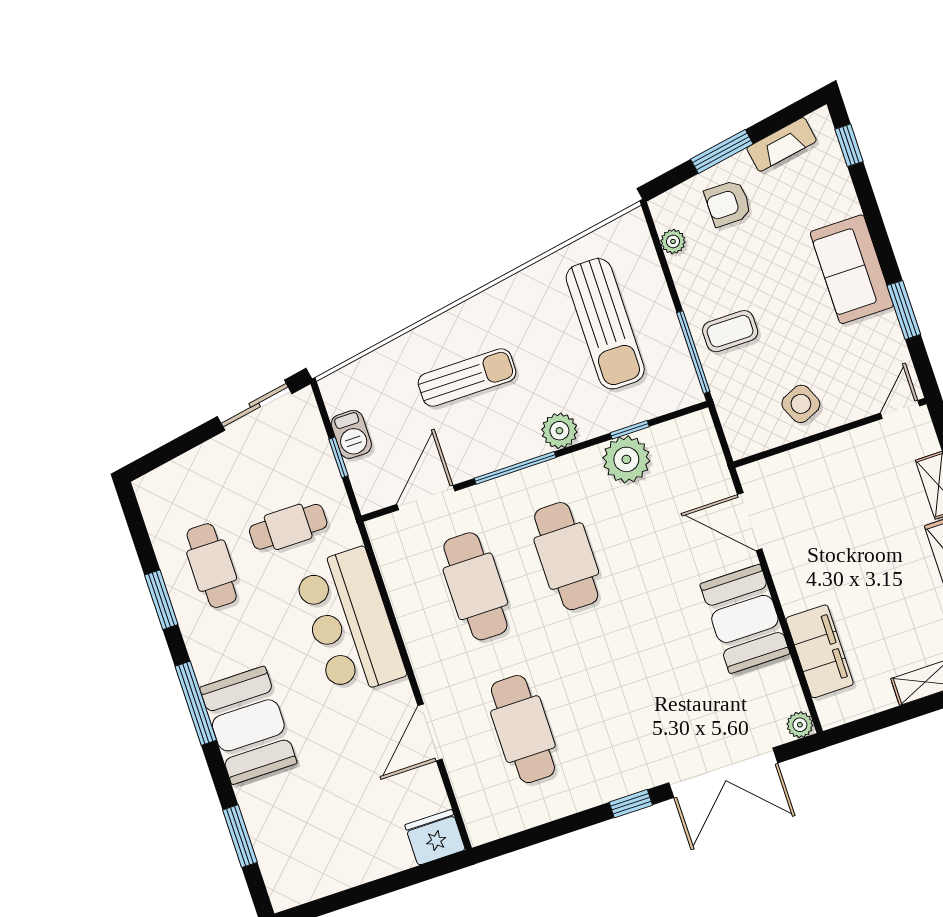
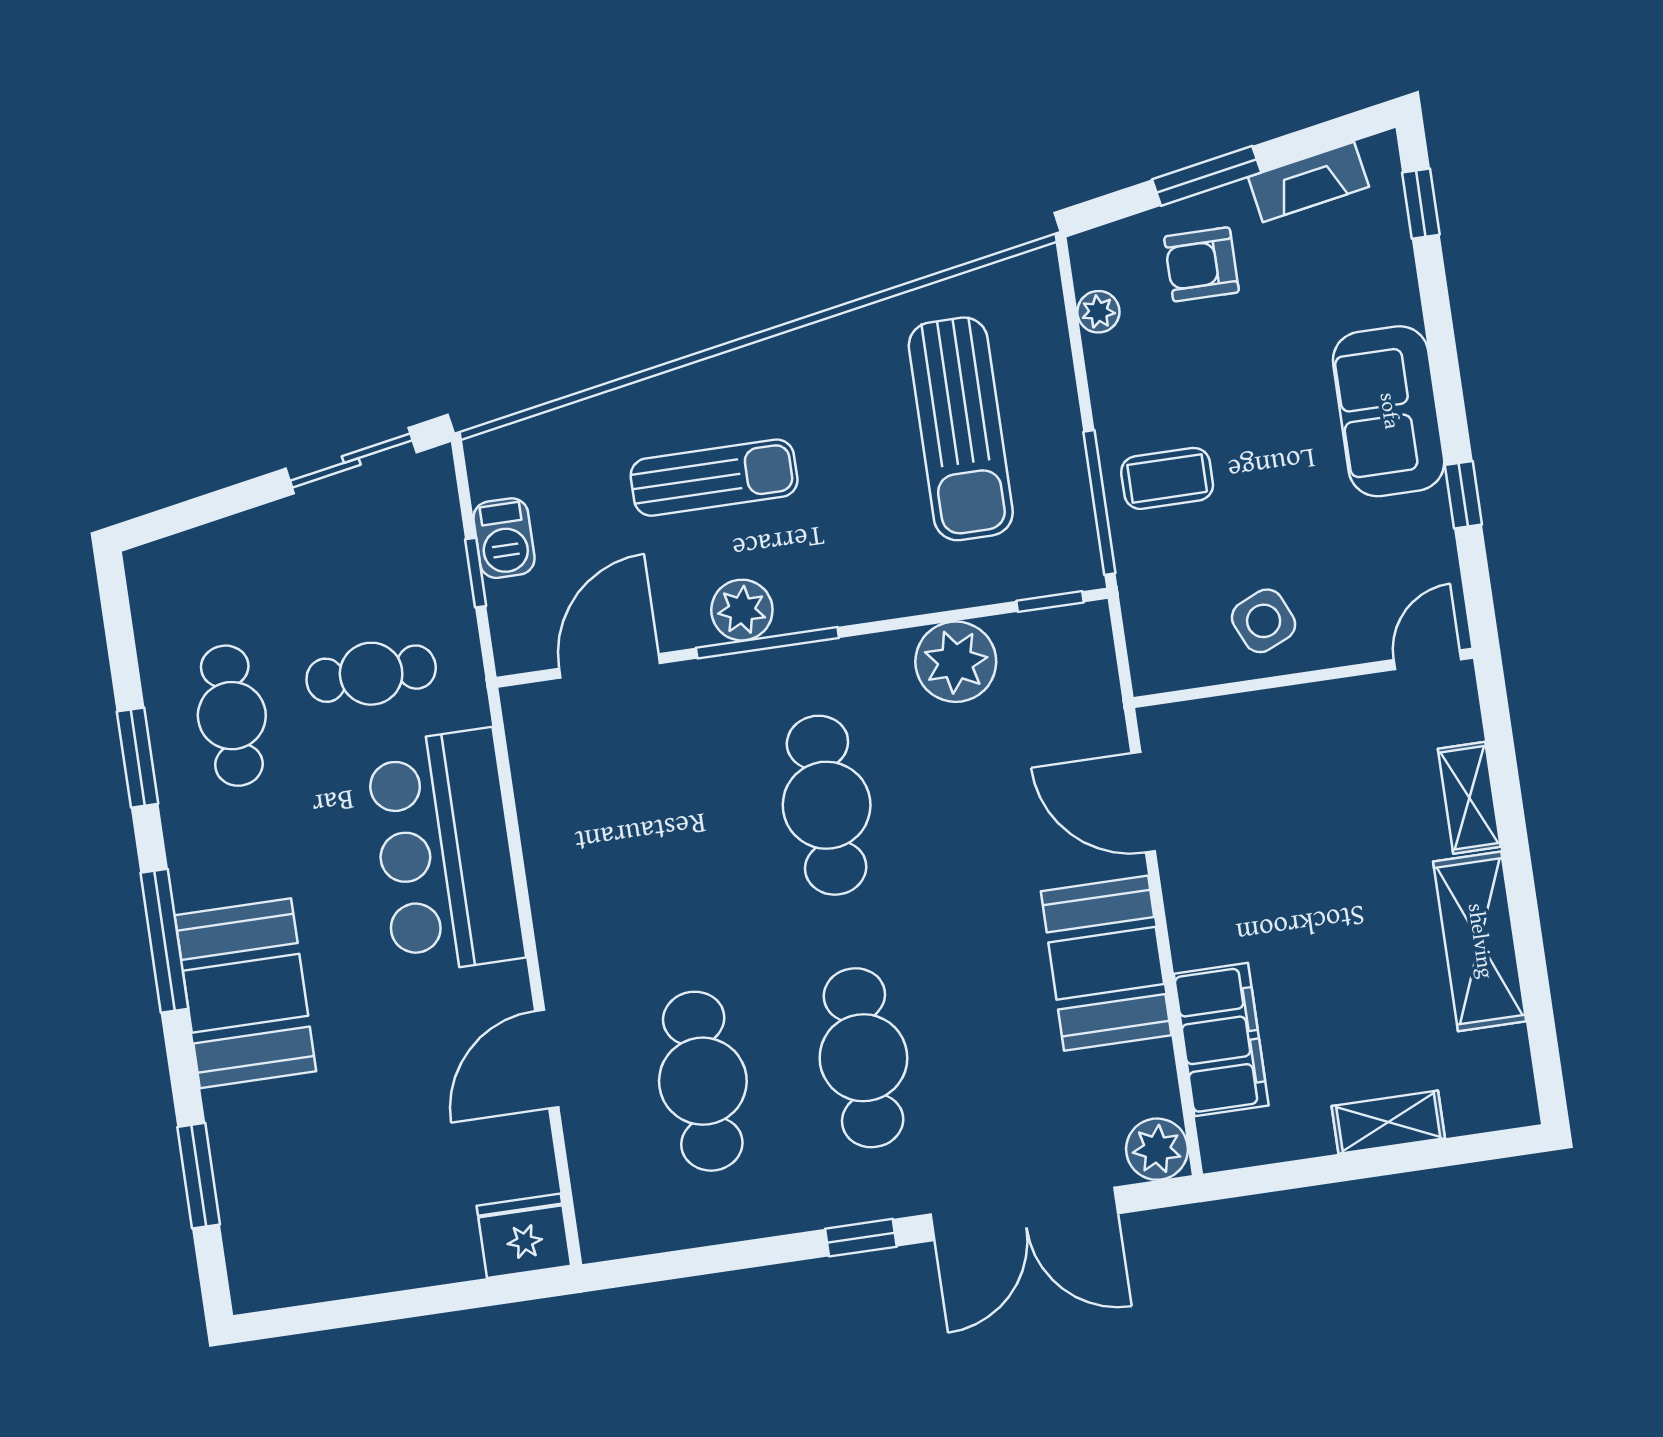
window: (904, 310) -> (1463, 495), width x0.67
window: (630, 430) -> (1050, 602), moved
plant: (559, 431) -> (742, 610), moved
cafe table: (475, 586) -> (863, 1058), moved
plant: (800, 725) -> (1157, 1149), width x1.38, depth x1.38

